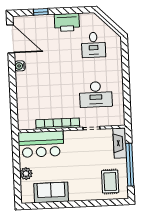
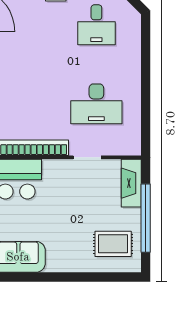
rug: (110, 182) -> (113, 244), turned 90

